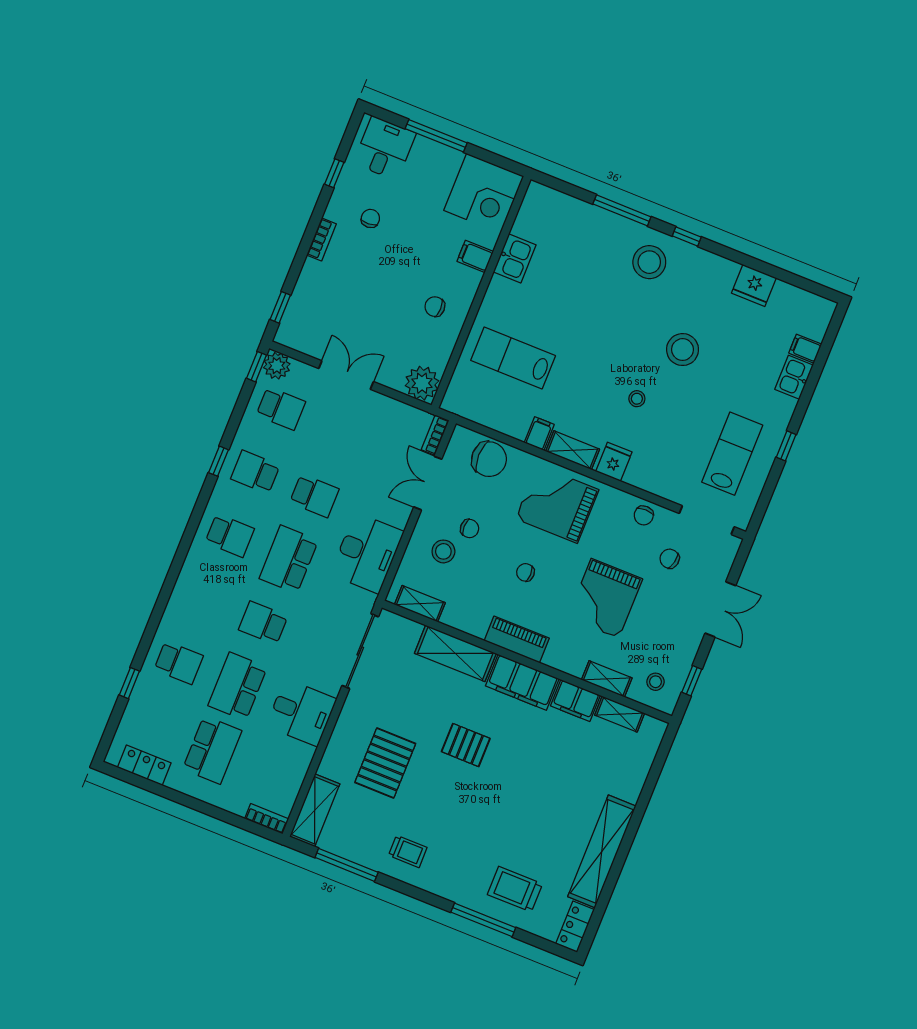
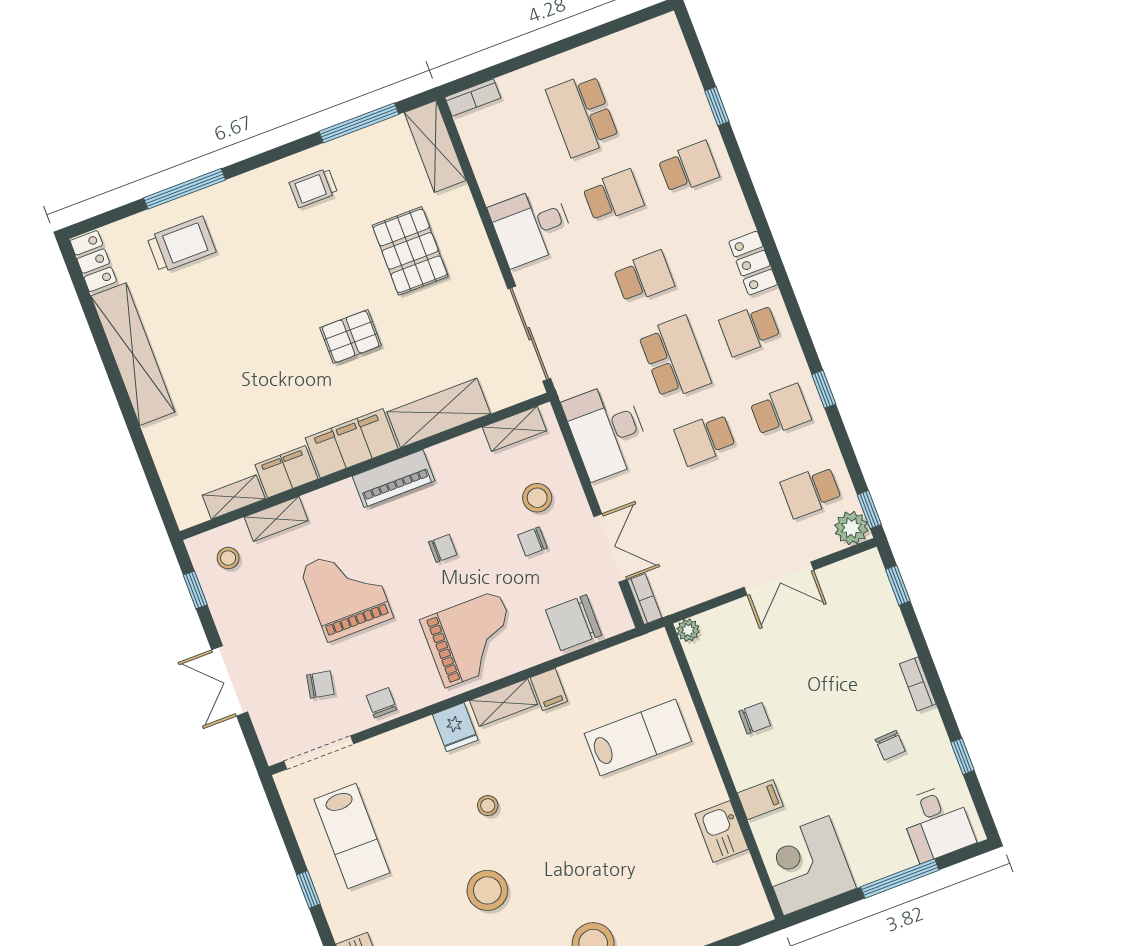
plant: (422, 383) -> (688, 630), width x0.53, depth x0.53
school desk: (179, 663) -> (688, 167), turned 180
school desk: (238, 686) -> (613, 196), width x0.54
locker: (144, 765) -> (753, 263), moved, turned 90

